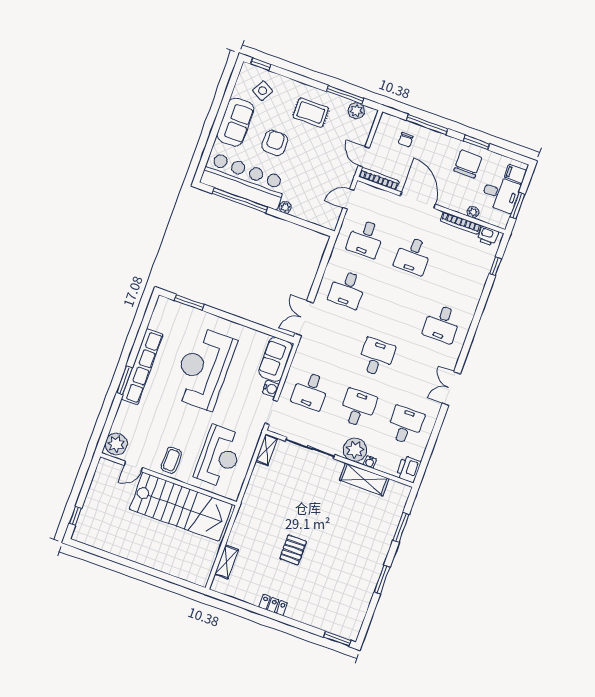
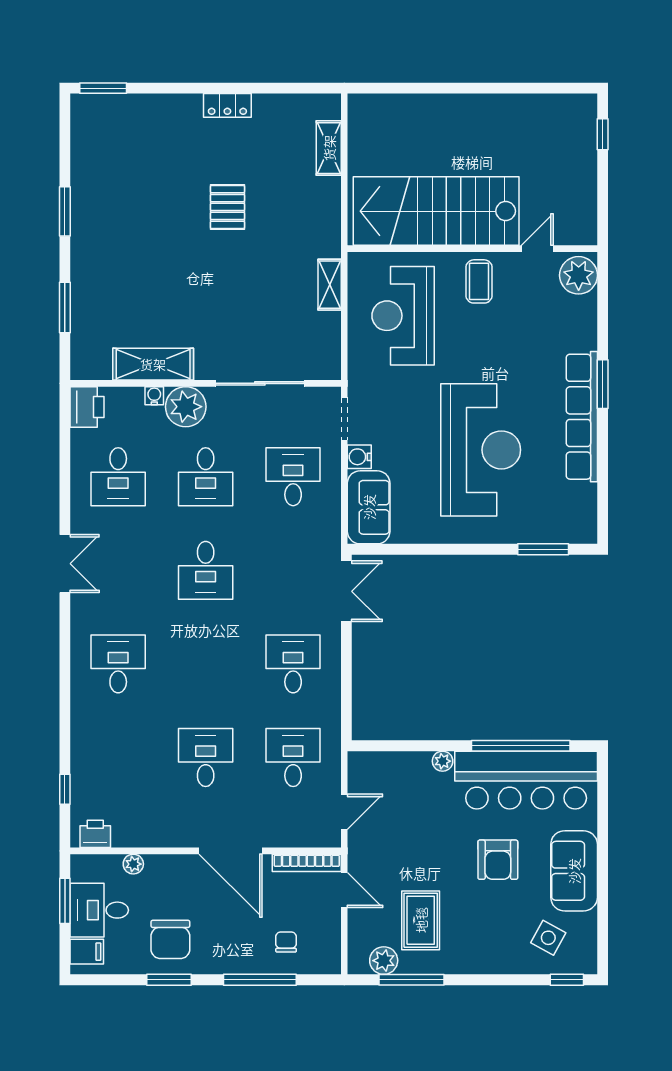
rug: (311, 113) -> (421, 920), moved, turned 90
bookcase: (460, 223) -> (147, 839), removed
shelving: (267, 450) -> (330, 285), moved

